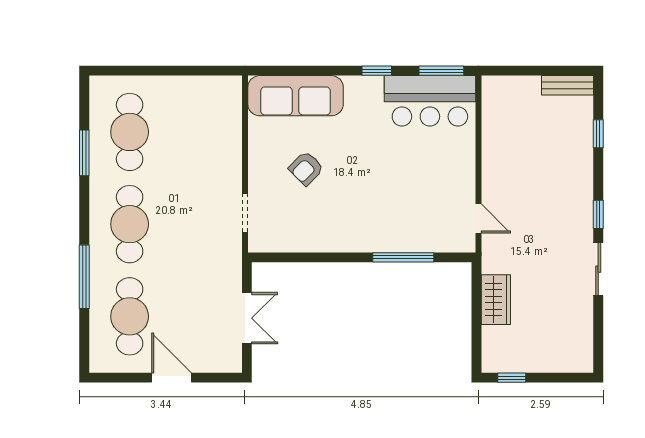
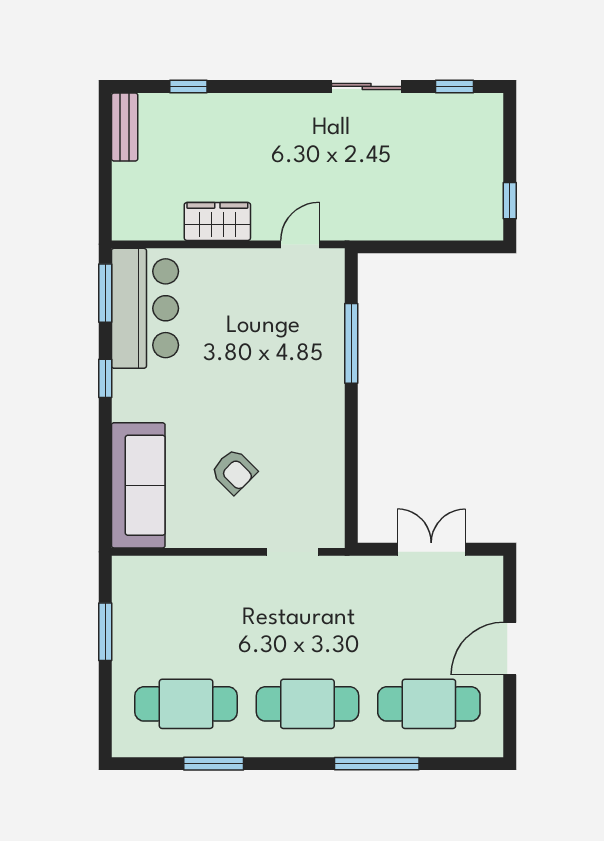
window: (184, 71) -> (105, 632), added
window: (598, 214) -> (454, 86), moved
wardrobe: (496, 300) -> (217, 221), moved

